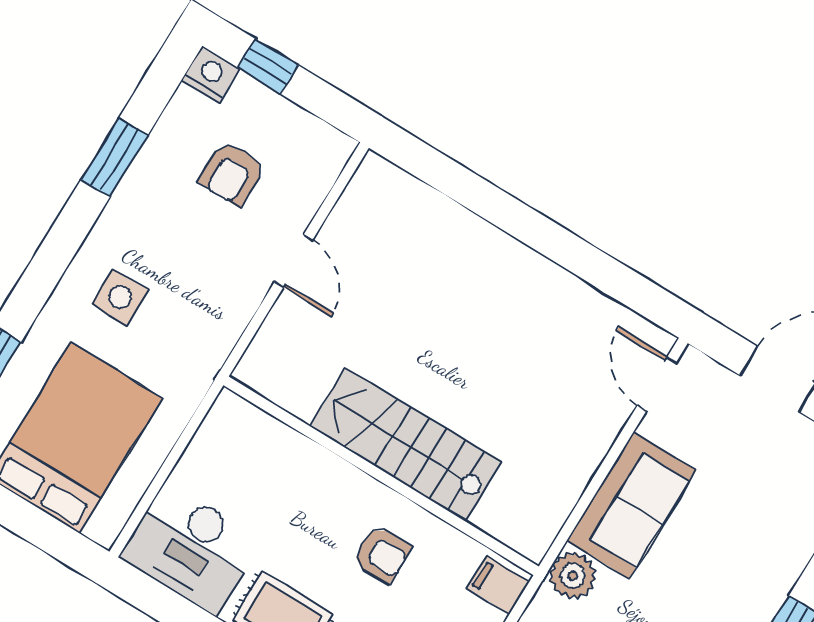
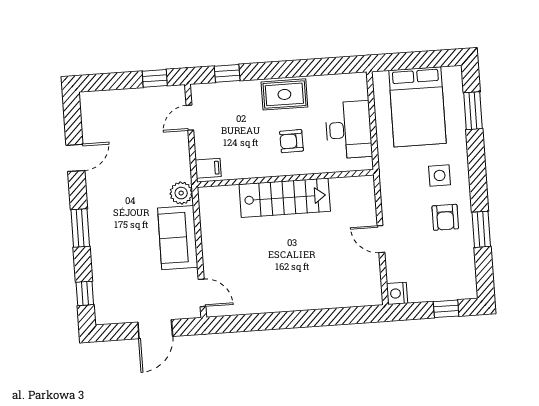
nightstand: (211, 74) -> (397, 293), moved, turned 90
armchair: (232, 174) -> (445, 217), moved, turned 180
desk: (191, 549) -> (349, 130), moved, turned 90
armchair: (381, 554) -> (291, 141), moved

